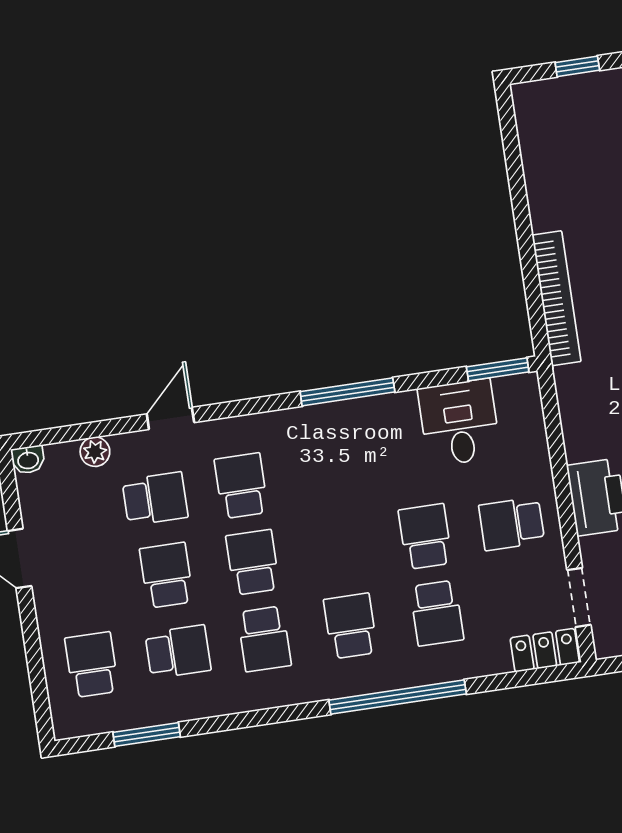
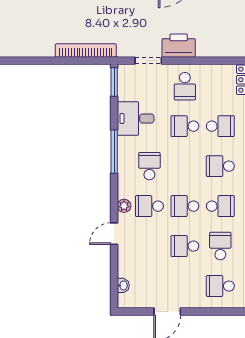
door: (170, 418) -> (114, 234), hinge flipped
desk: (459, 423) -> (136, 119), moved
plant: (95, 452) -> (124, 206), moved
washbasin: (28, 460) -> (123, 285), moved
school desk: (155, 499) -> (149, 166), moved
doorway: (579, 597) -> (148, 61), moved

